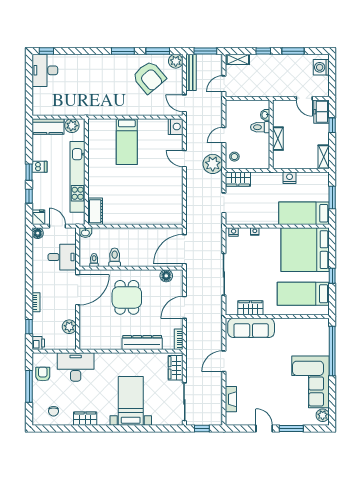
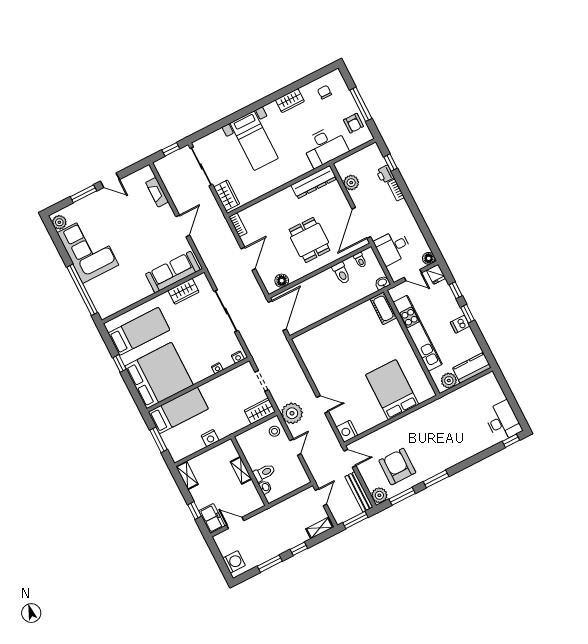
armchair: (149, 77) -> (397, 466), turned 40
bed: (127, 142) -> (392, 390), width x1.50
printer: (38, 343) -> (385, 174), moved
dresser: (142, 343) -> (314, 182), moved

